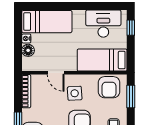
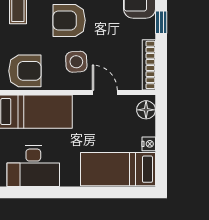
floor lamp: (28, 50) -> (146, 110), moved
armchair: (109, 87) -> (25, 71), turned 90

